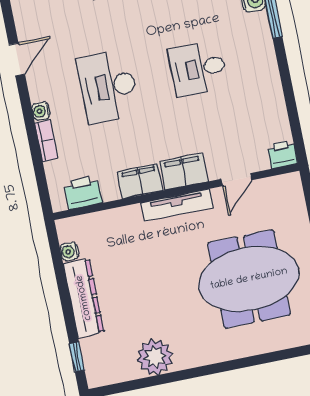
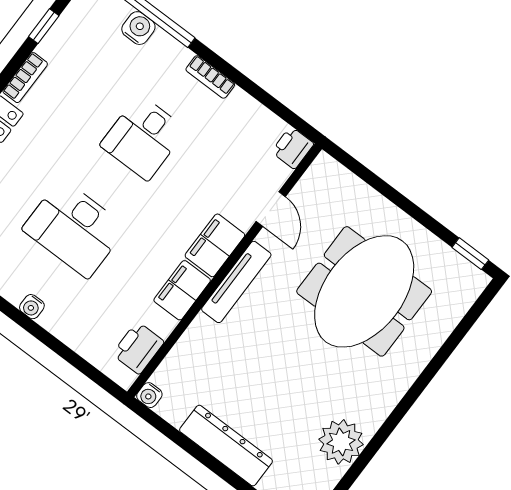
bookcase: (46, 141) -> (210, 77), moved, turned 180
water cooler: (69, 252) -> (149, 395), moved

